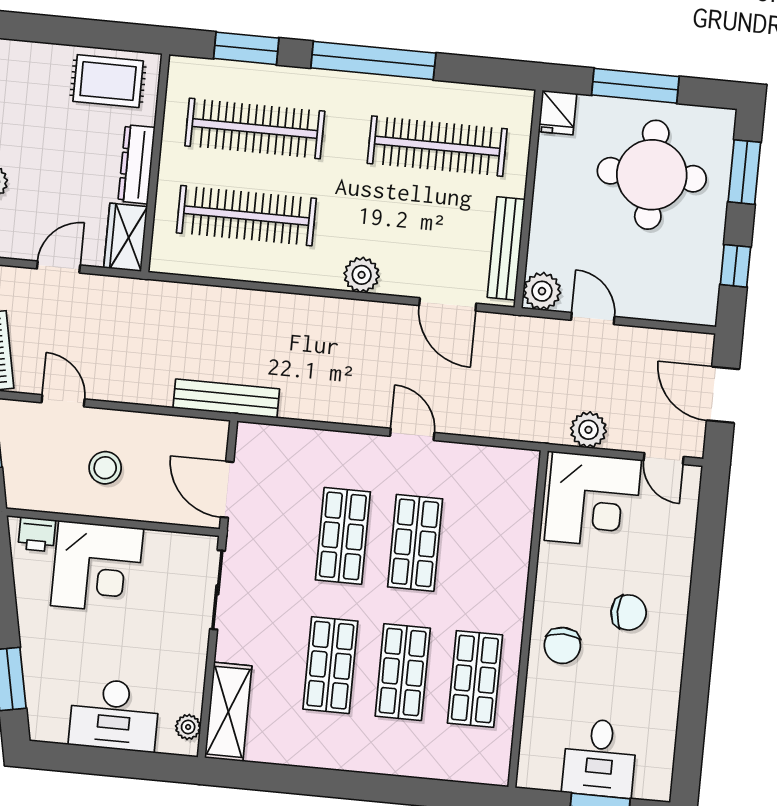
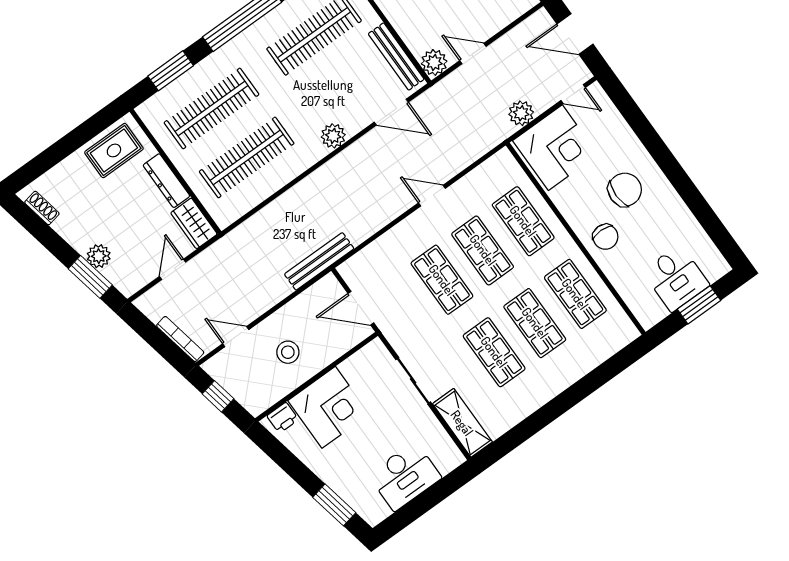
shop shelf: (487, 550) -> (523, 221), added
sliding door: (217, 590) -> (413, 381), moved
chair: (629, 612) -> (625, 190), width x1.37, depth x1.37
plant: (188, 727) -> (448, 449), removed

